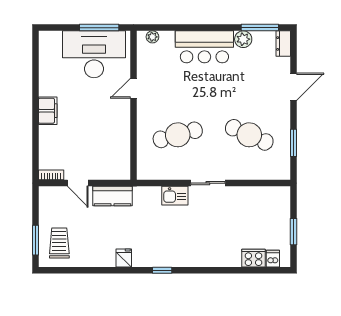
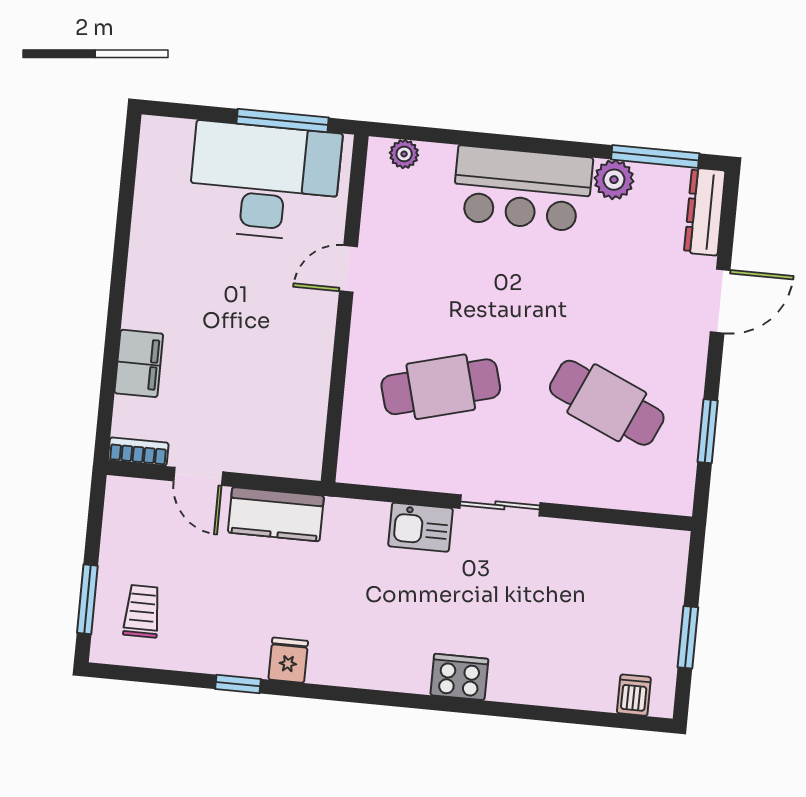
dresser: (283, 44) -> (705, 212), width x1.44
filing cabinet: (48, 111) -> (139, 363), moved
trolley: (59, 243) -> (142, 611), width x0.73, depth x0.72
cooker: (253, 258) -> (459, 677), moved
window: (162, 270) -> (238, 684), moved

